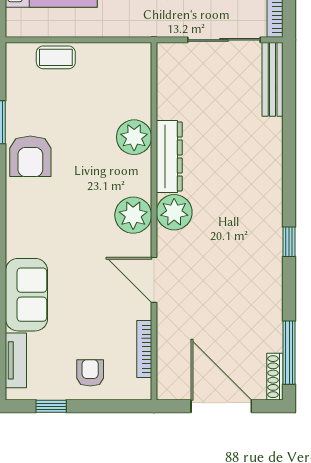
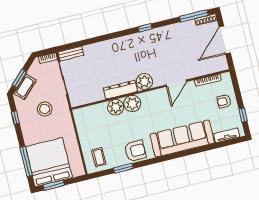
coffee table: (56, 57) -> (99, 157), moved
bench: (273, 79) -> (71, 54), width x0.73
plant: (133, 215) -> (132, 104), moved
sofa: (26, 295) -> (182, 139), width x1.85, depth x1.27

